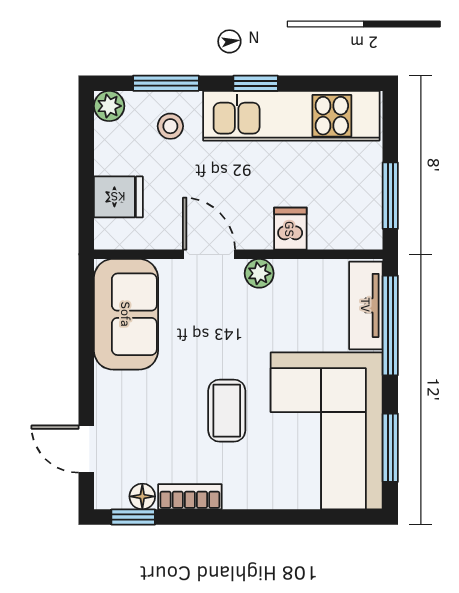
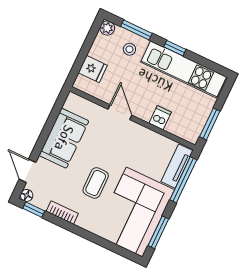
plant: (259, 273) -> (138, 131), removed
sofa: (126, 314) -> (64, 138), moved
floor lamp: (142, 496) -> (27, 195), moved

